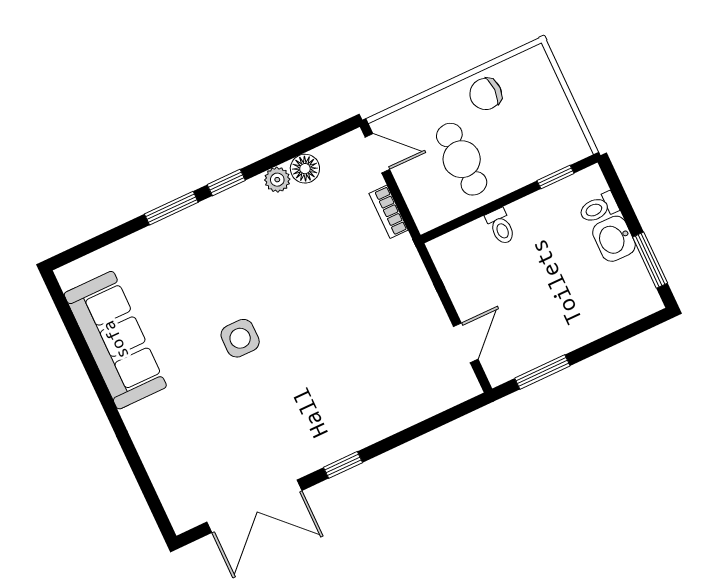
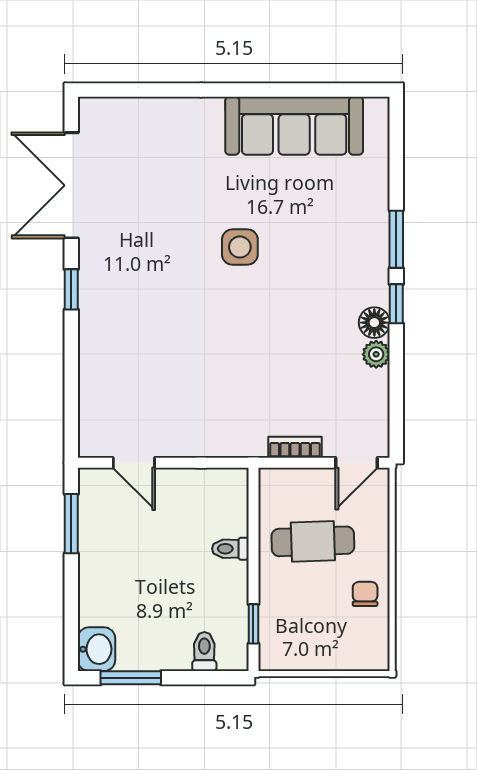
chair: (486, 94) -> (365, 594), width x0.73, depth x0.73
floor lamp: (305, 169) -> (374, 323), moved
washbasin: (614, 239) -> (96, 649), moved, turned 90

